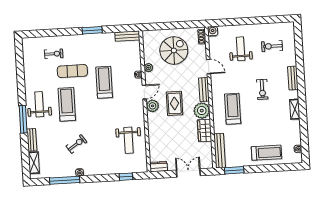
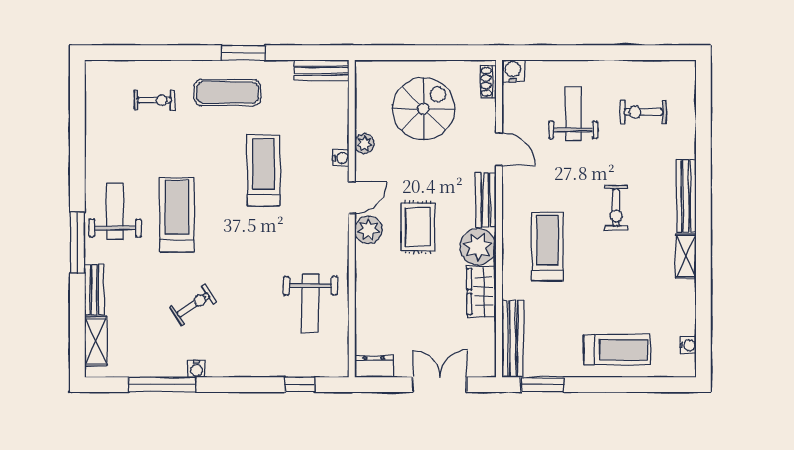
exercise mat: (72, 71) -> (227, 93), moved
bench: (293, 78) -> (686, 196), width x1.36

